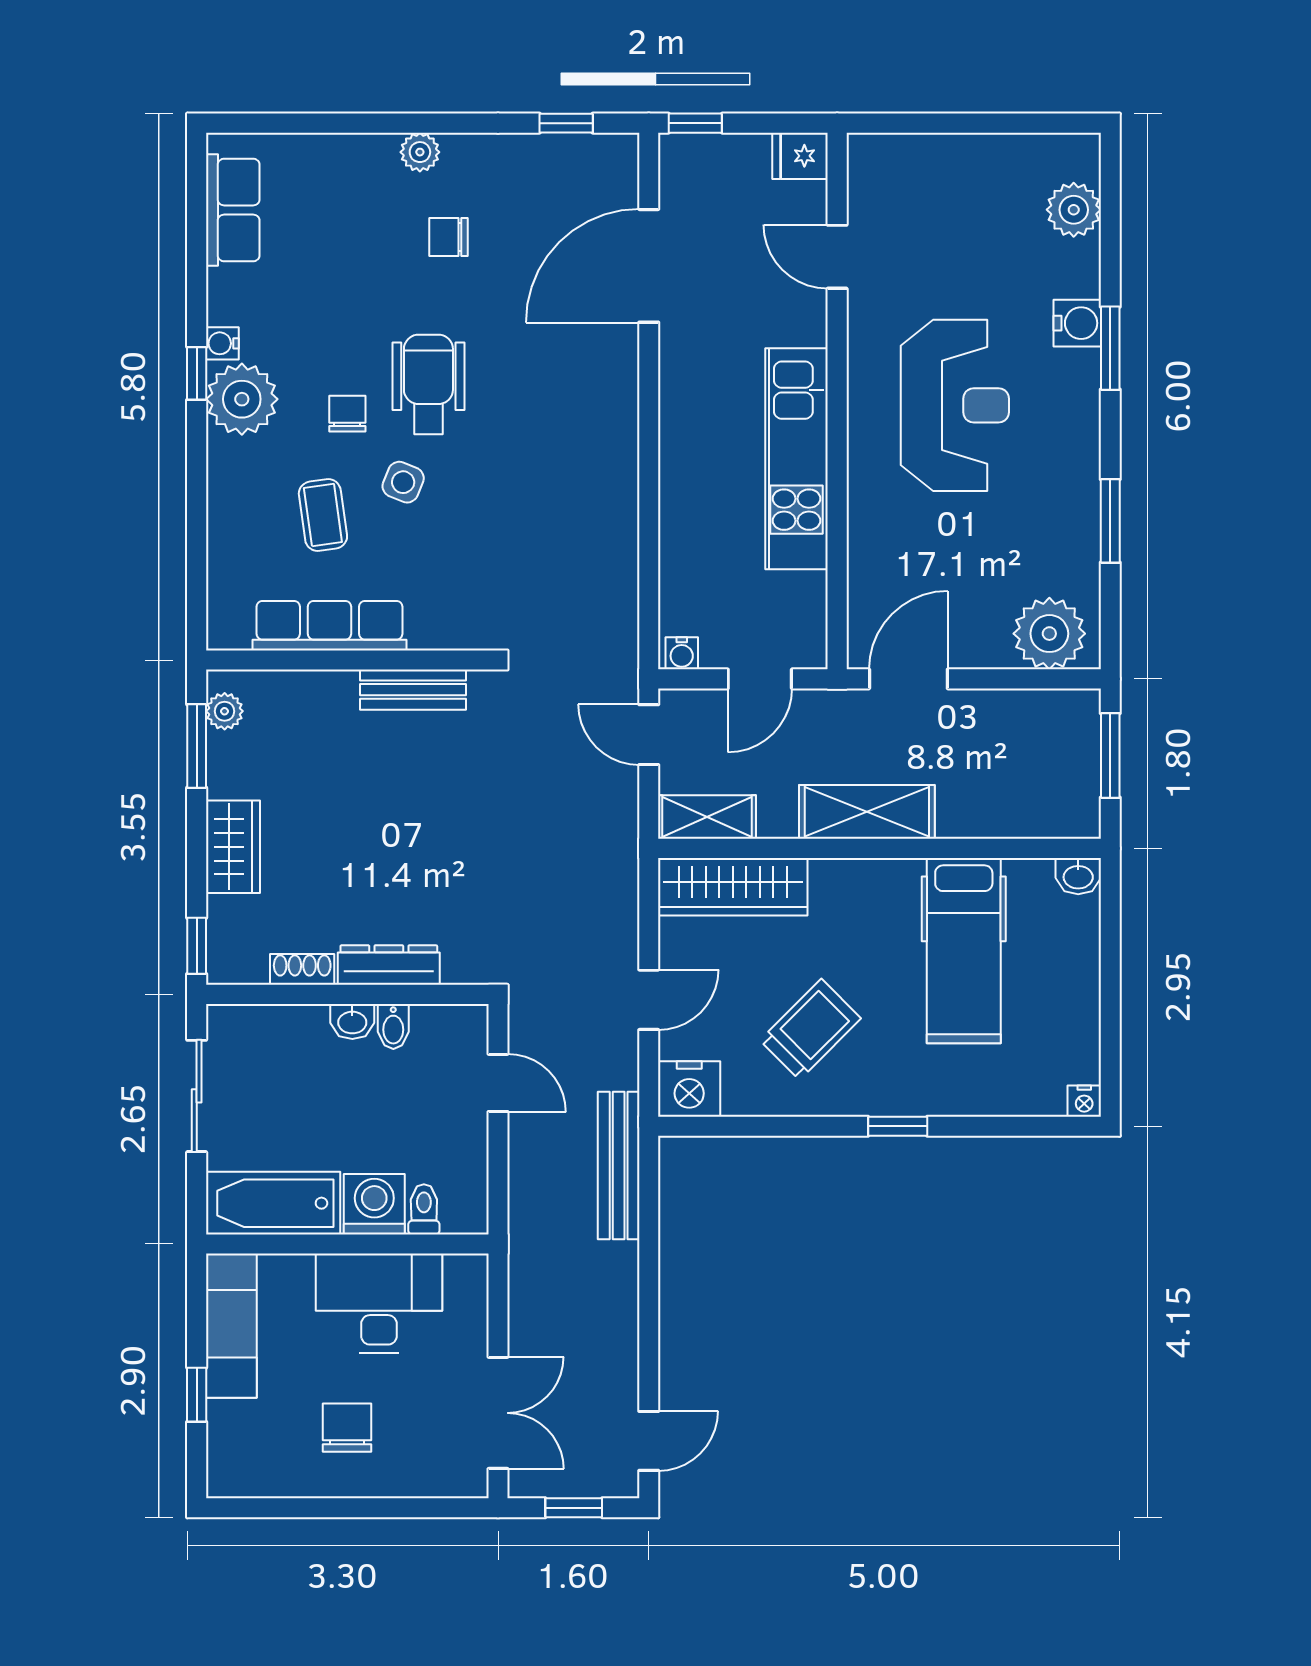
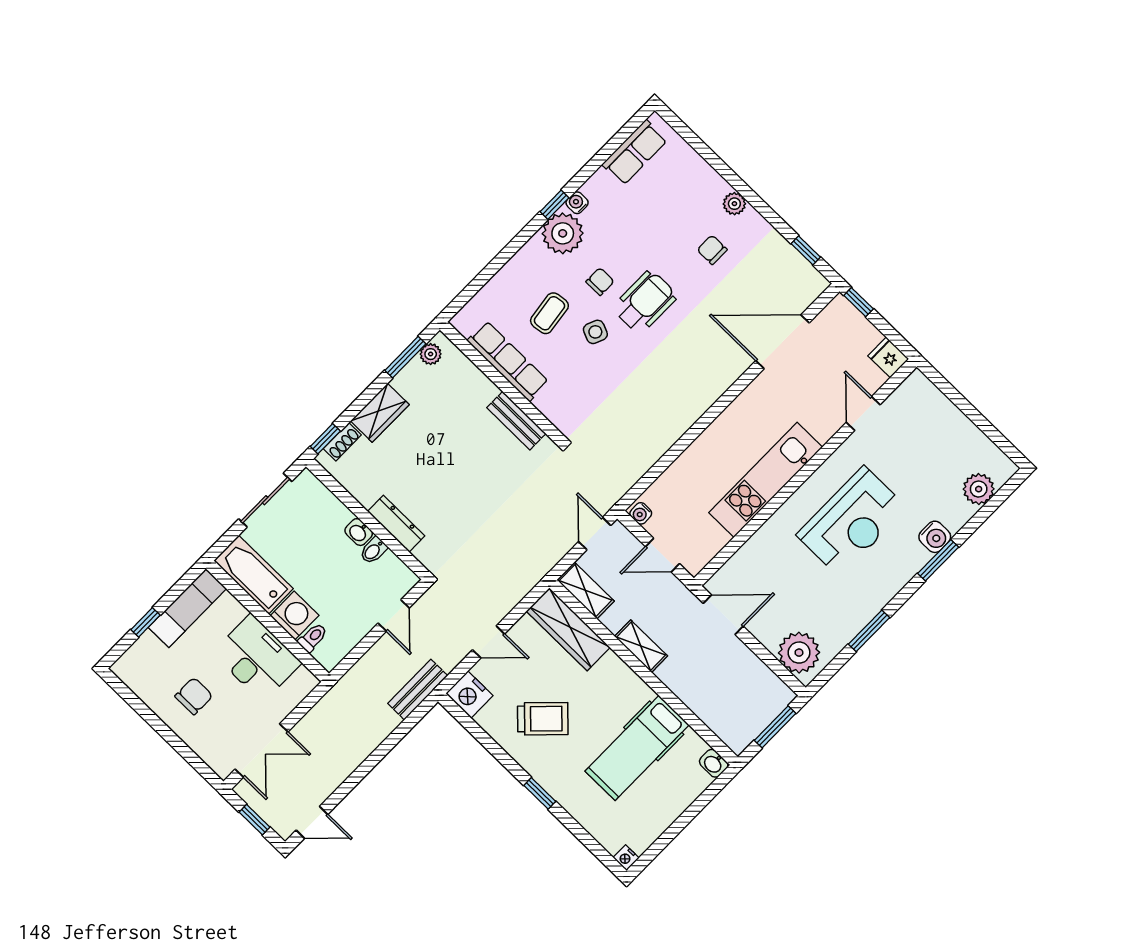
shelving: (867, 812) -> (641, 646), width x0.67, depth x0.75
shoe rack: (302, 969) -> (342, 442), moved, turned 90
bench: (619, 1166) -> (418, 690), width x0.73

